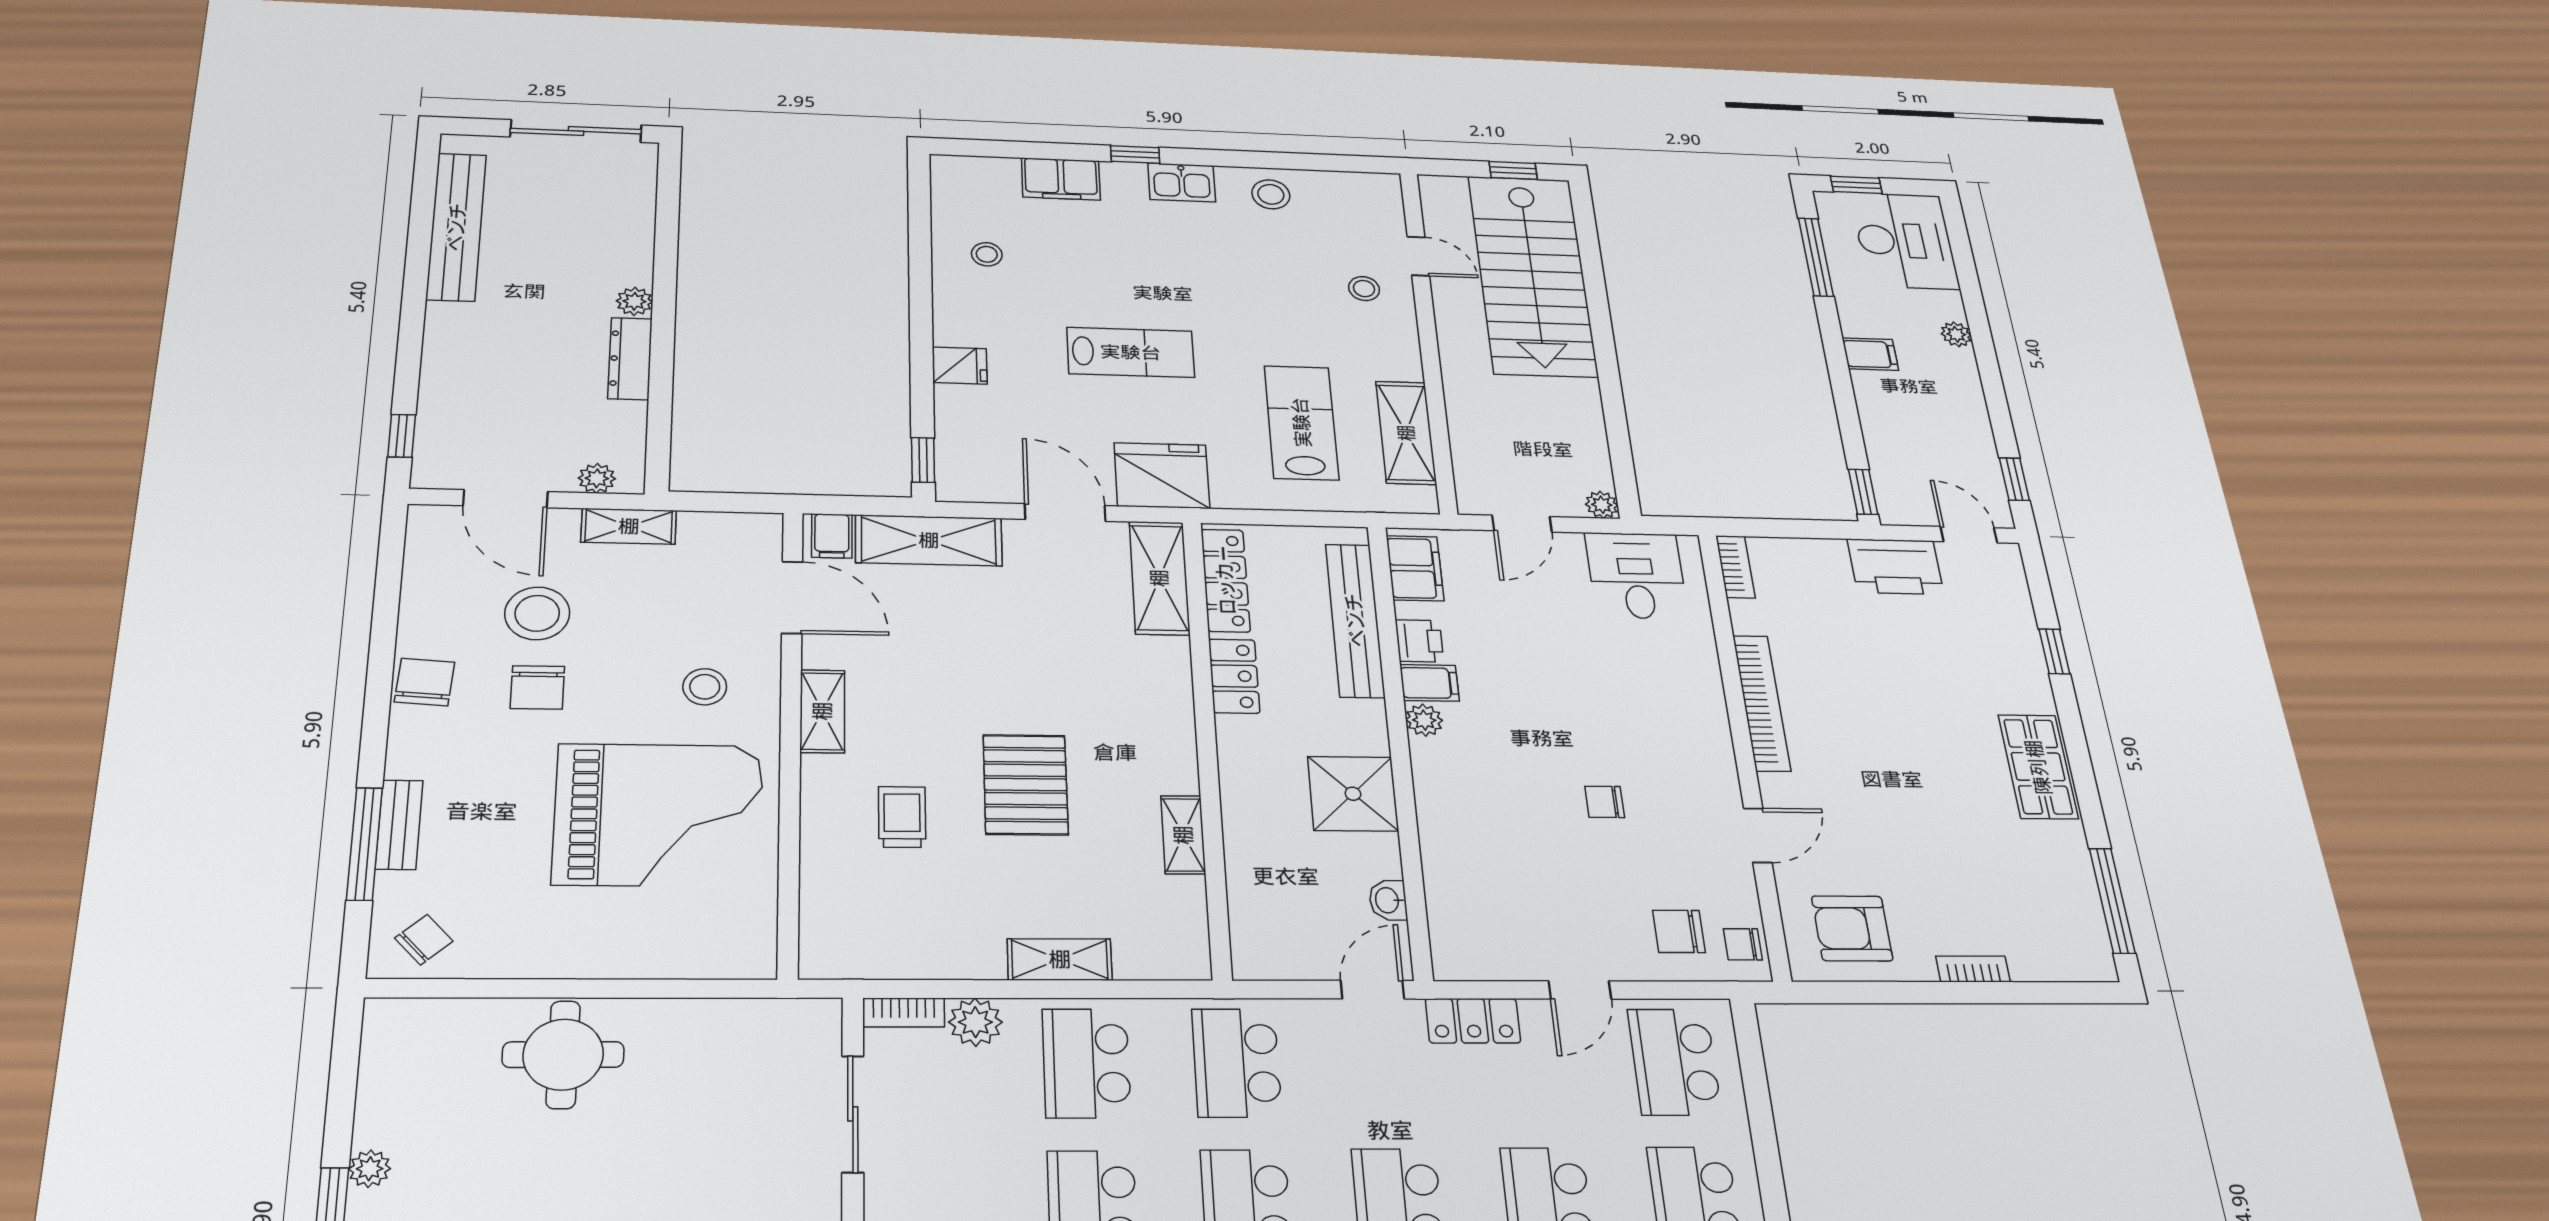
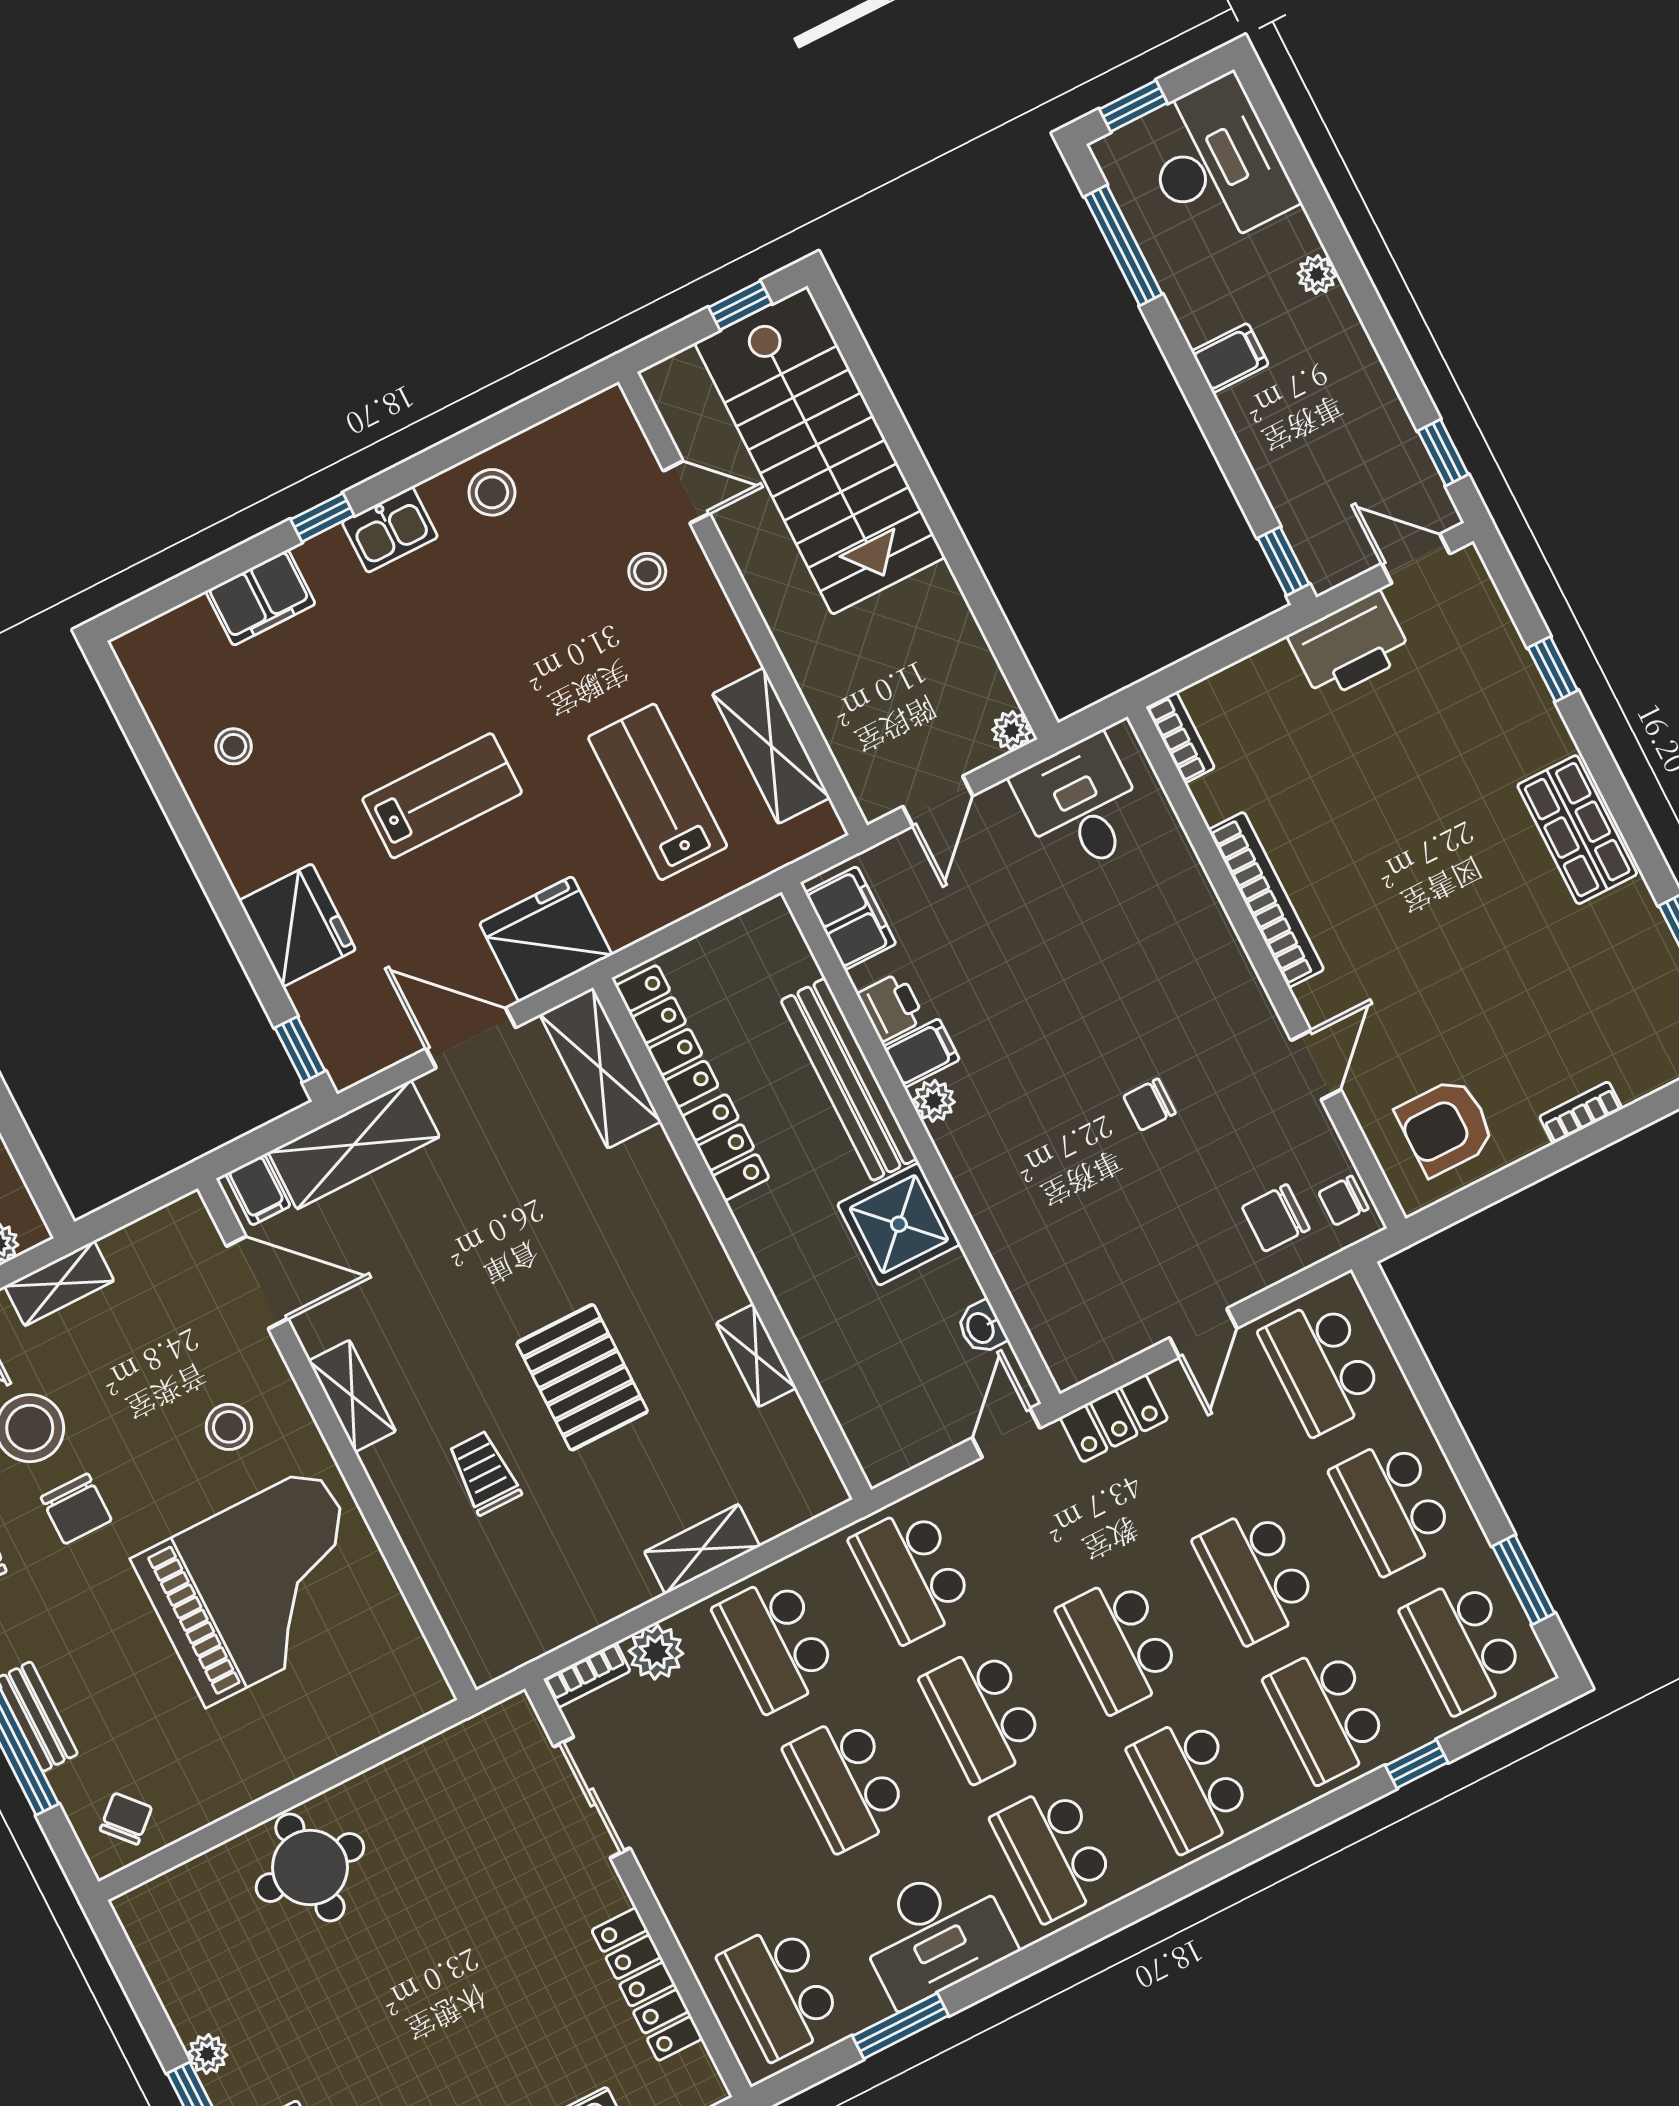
fridge: (960, 366) -> (297, 925), width x1.88, depth x1.34
bench: (1355, 620) -> (849, 1080), moved

